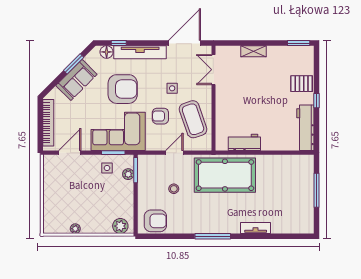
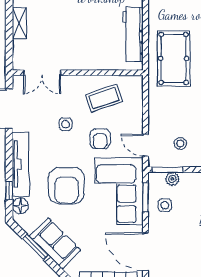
armchair: (123, 89) -> (66, 186), turned 180
coffee table: (193, 119) -> (104, 98), width x0.73, depth x0.76
workbench: (244, 142) -> (133, 34), width x1.38
door: (70, 153) -> (146, 252), width x1.36
door: (174, 153) -> (146, 145), moved
pool table: (225, 175) -> (174, 58), width x0.73, depth x0.76
stool: (174, 189) -> (180, 143), moved

